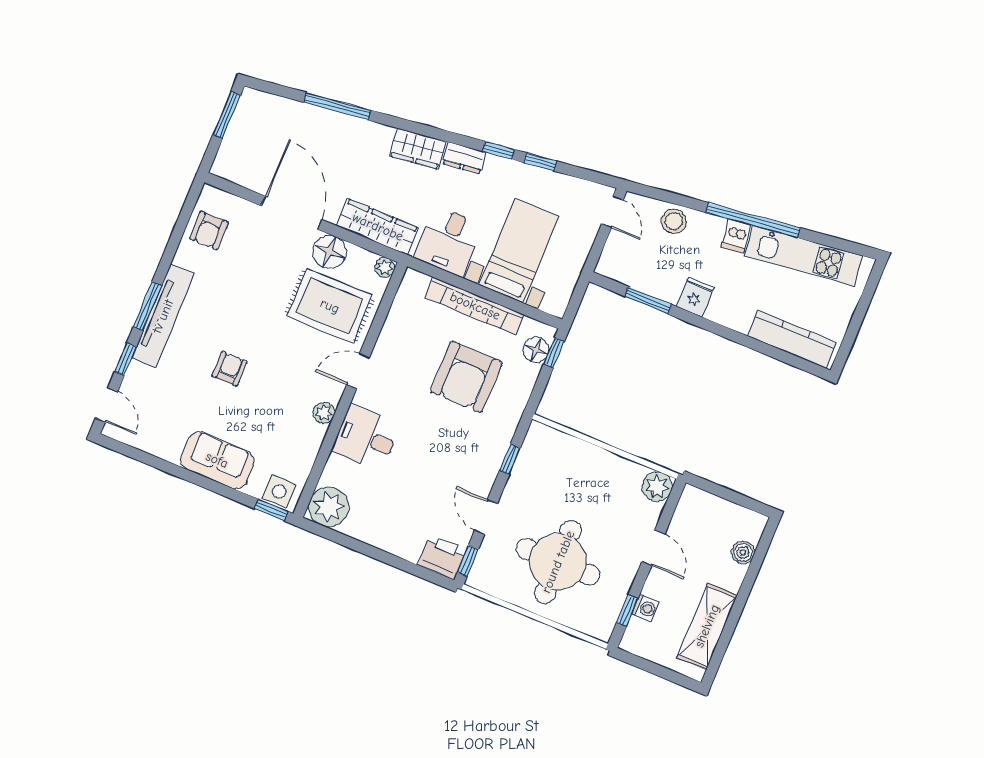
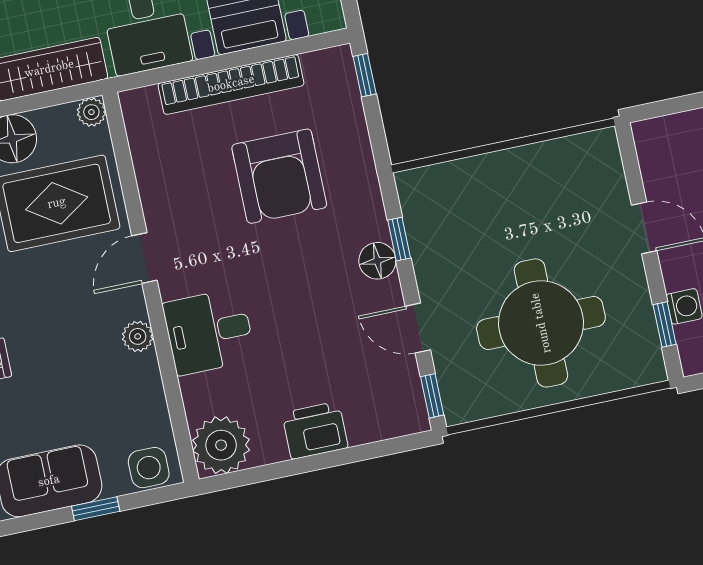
floor lamp: (536, 350) -> (377, 261), moved
plant: (657, 487) -> (599, 151), removed
window: (271, 510) -> (96, 509), moved
printer: (442, 557) -> (315, 430), moved

